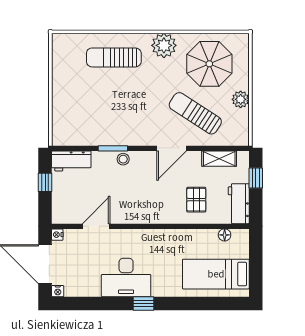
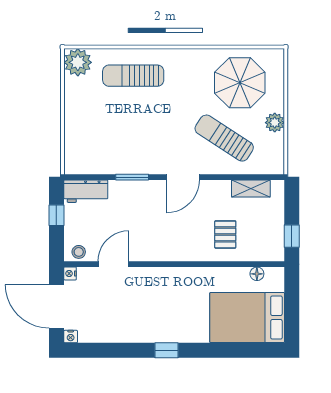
plant: (164, 45) -> (78, 62), moved
door: (172, 148) -> (183, 177), moved
stool: (123, 159) -> (79, 252), moved
window: (256, 178) -> (292, 236), moved
workbench: (239, 204) -> (273, 239), removed
bed: (216, 274) -> (247, 318), width x1.50
desk: (126, 277) -> (147, 321), removed

